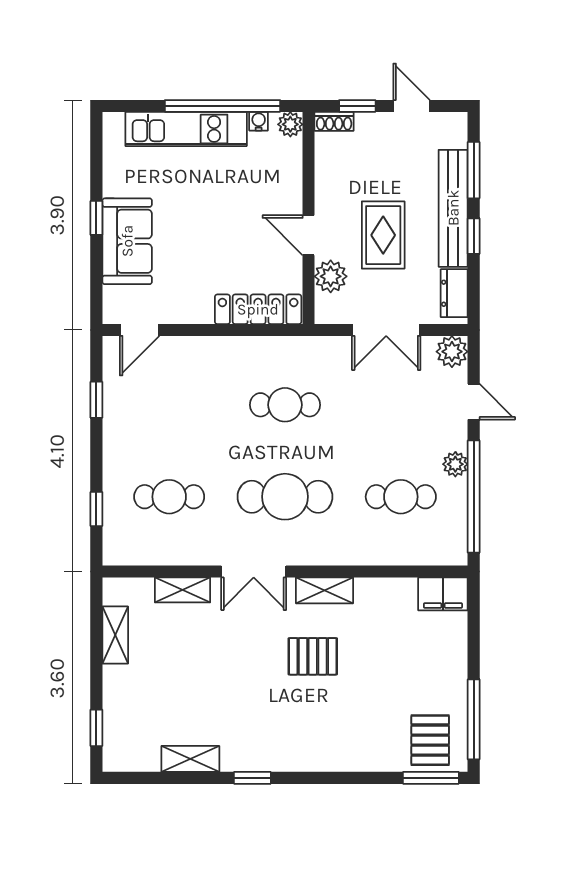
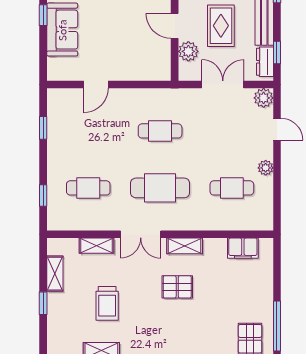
window: (474, 236) -> (277, 52), moved
locker: (258, 309) -> (143, 72), removed
door: (140, 330) -> (96, 85), moved
double door: (386, 330) -> (223, 85), swing flipped
window: (474, 497) -> (277, 188), removed
filing cabinet: (443, 594) -> (243, 248), moved
trolley: (200, 683) -> (107, 303), added
window: (96, 728) -> (43, 303), moved

